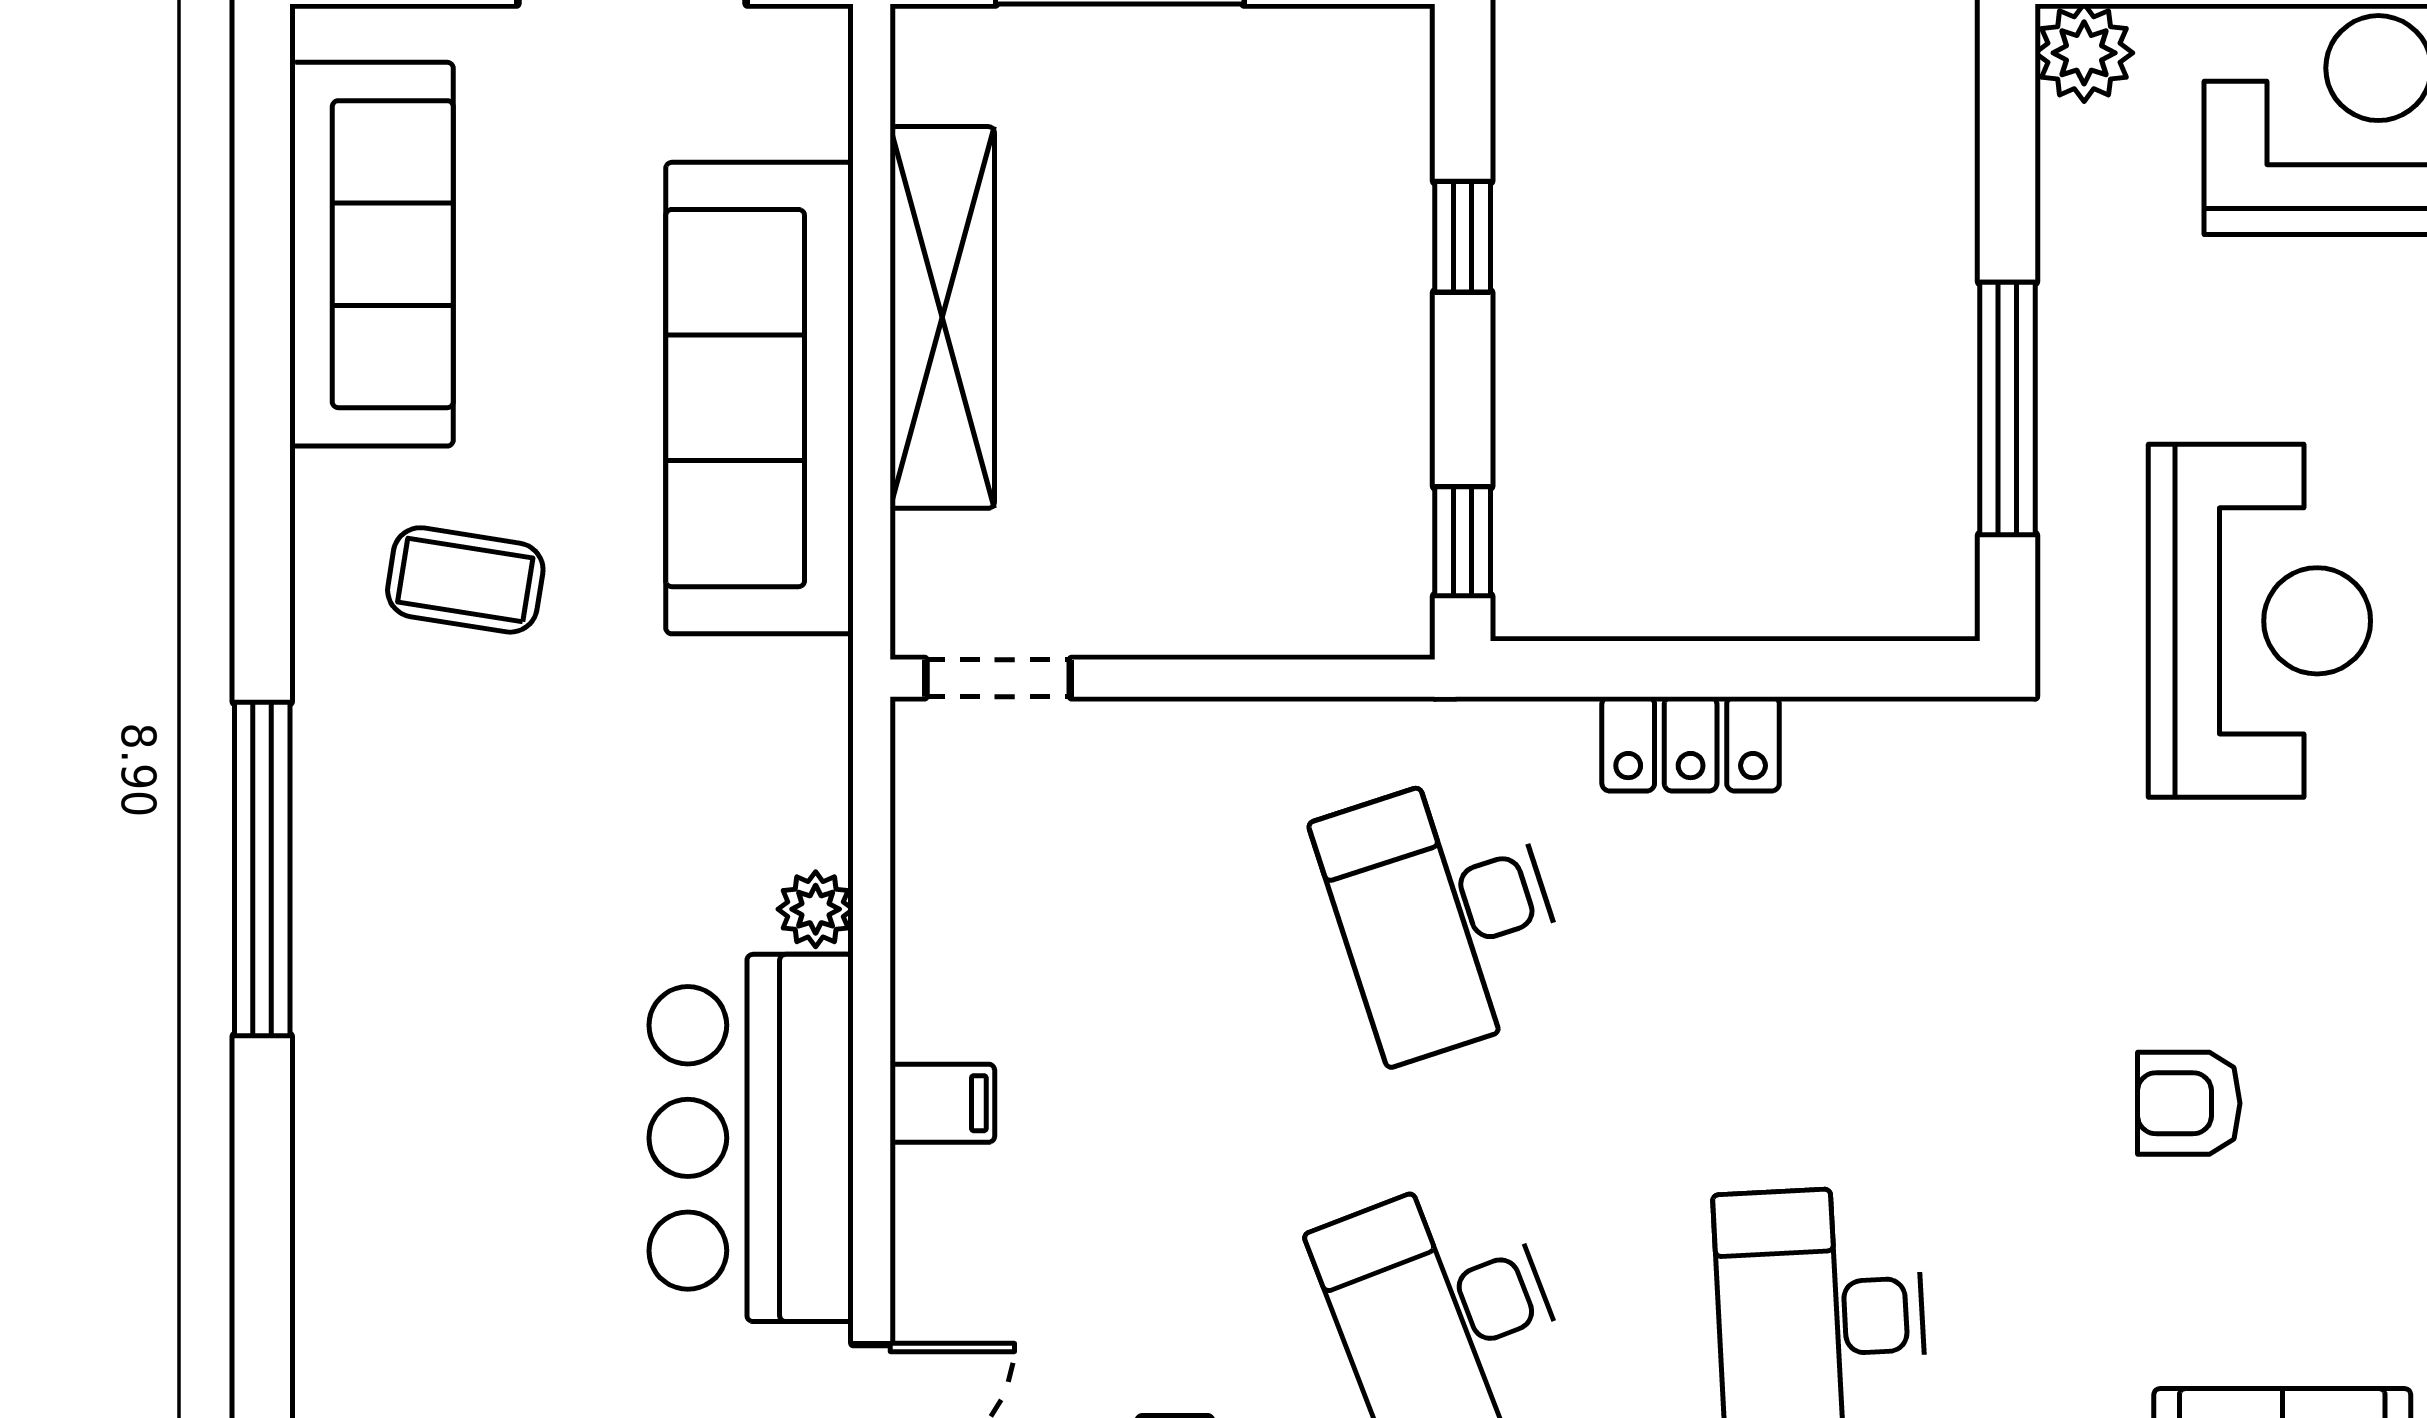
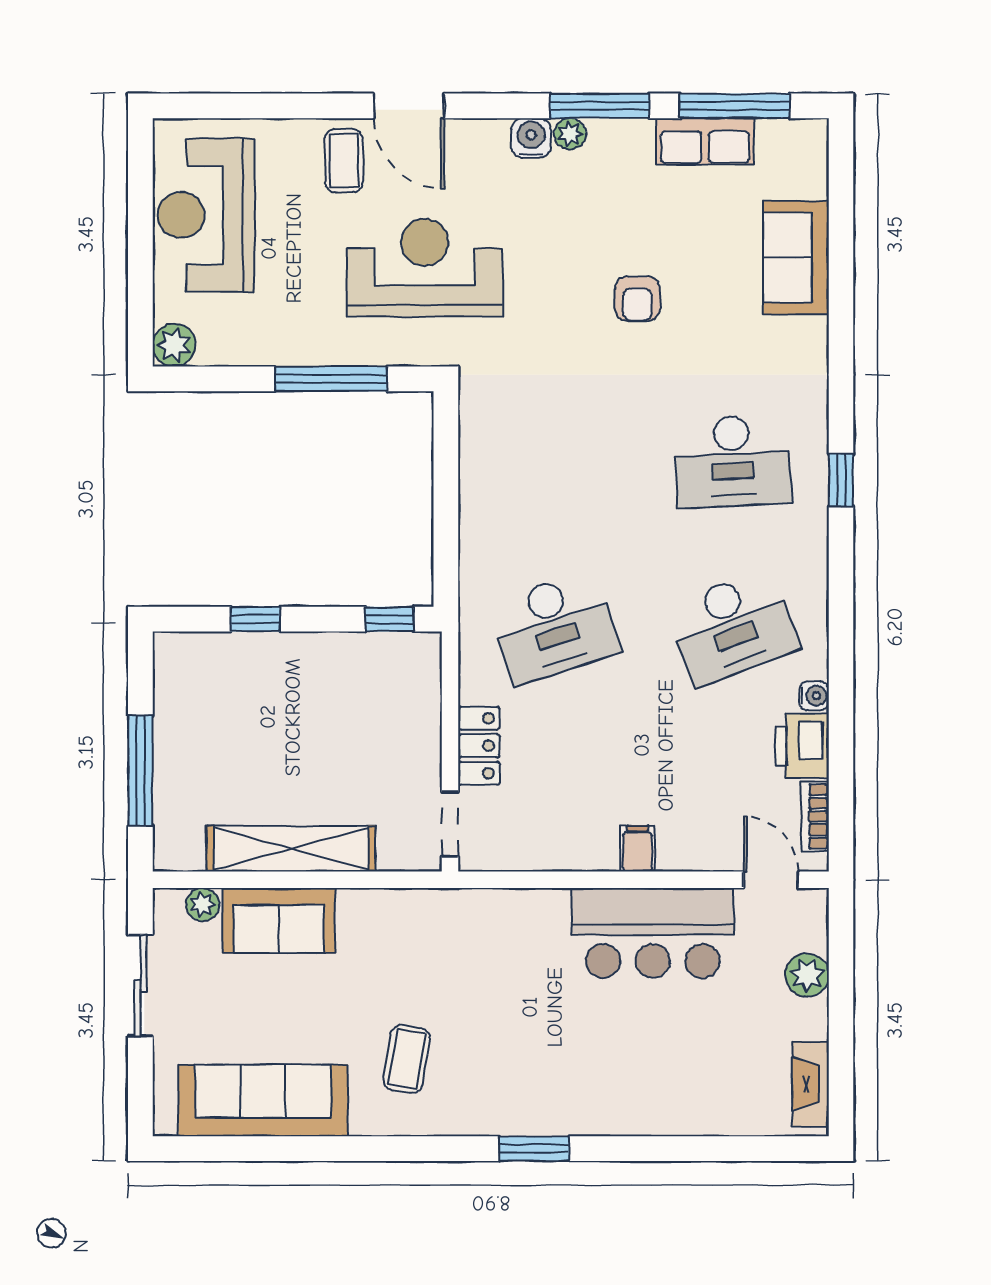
sofa: (760, 398) -> (279, 921), width x0.54, depth x0.79
locker: (1691, 744) -> (479, 746), moved
window: (262, 869) -> (534, 1149), width x0.47
plant: (816, 909) -> (203, 905), moved

